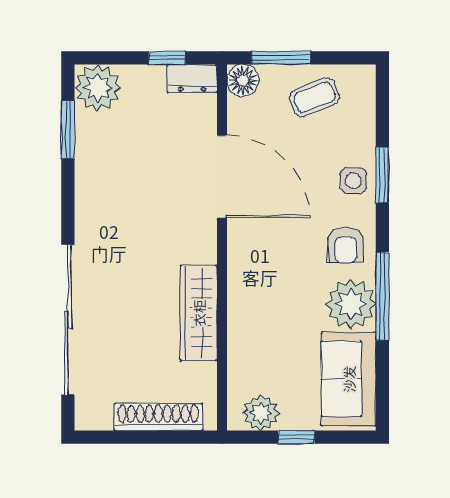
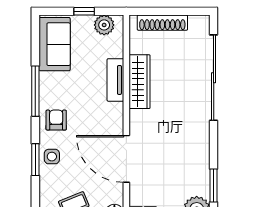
plant: (351, 304) -> (53, 87), removed
tv unit: (241, 316) -> (115, 80), added

